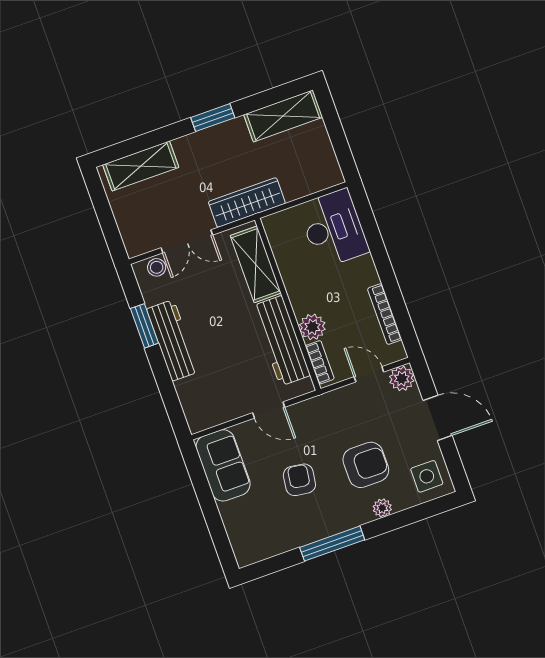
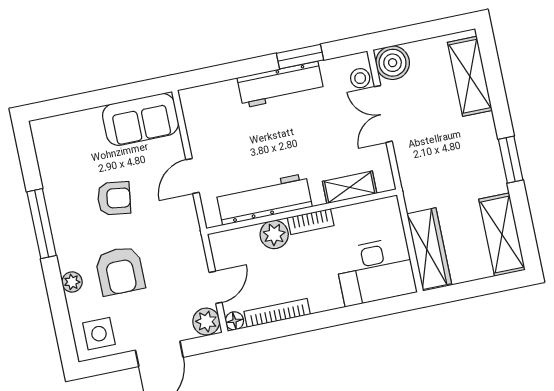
wardrobe: (247, 202) -> (429, 249), moved
boiler: (138, 239) -> (393, 63), added
shelving: (256, 264) -> (350, 187), width x0.67, depth x0.75
floor lamp: (397, 353) -> (234, 321), added
bookcase: (320, 362) -> (311, 222), moved

